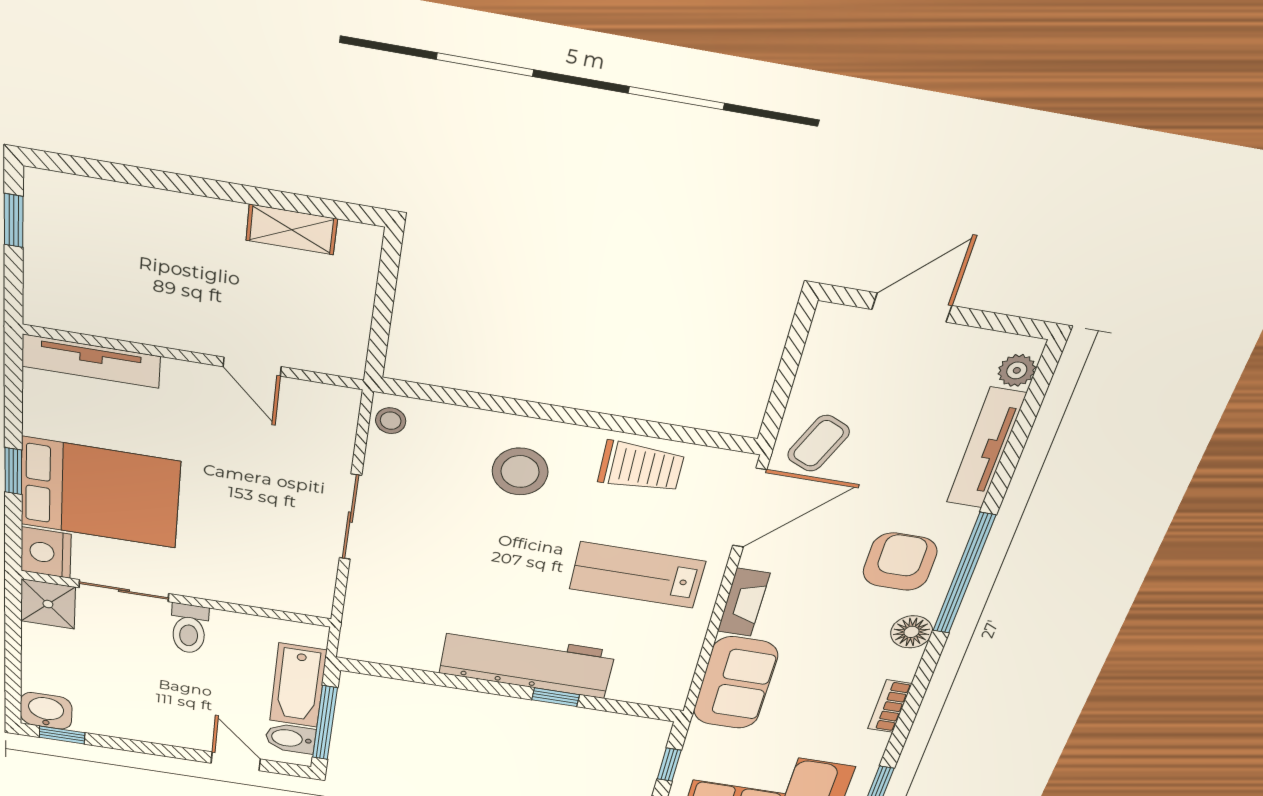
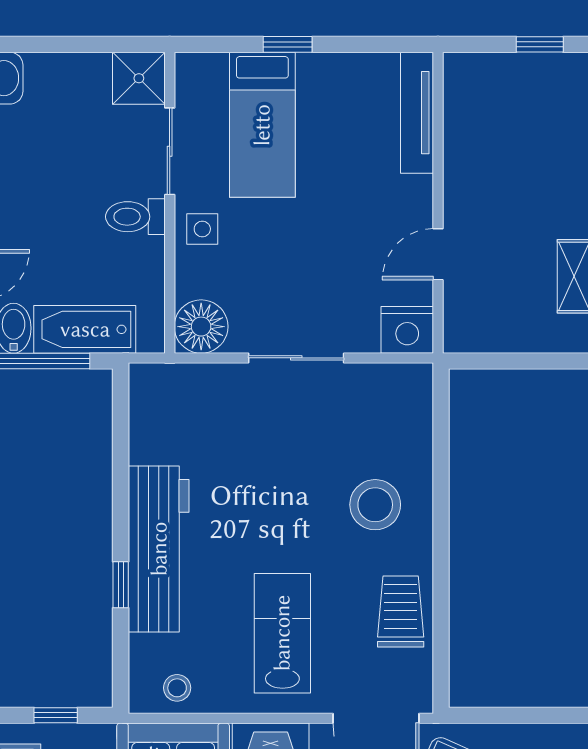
stool: (391, 421) -> (177, 688), moved
trolley: (641, 467) -> (401, 611), turned 180
bed: (100, 493) -> (262, 125), width x0.67
nightstand: (46, 553) -> (407, 330), moved, turned 180
side table: (206, 576) -> (202, 229), added
floor lamp: (307, 593) -> (201, 327), added

